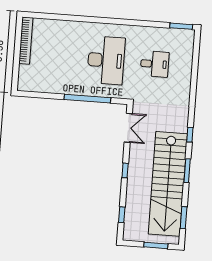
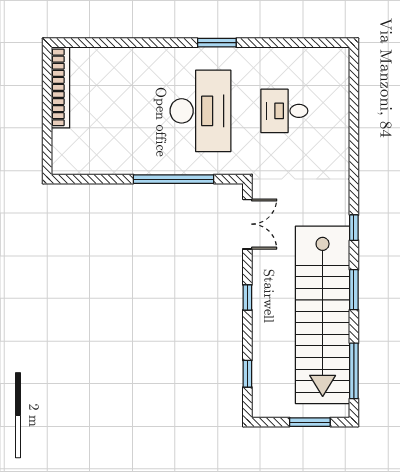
window: (181, 26) -> (217, 43), moved
desk: (155, 64) -> (284, 111), turned 180
window: (184, 218) -> (354, 371), width x1.44

